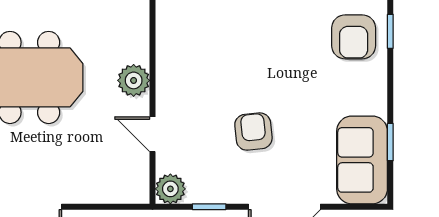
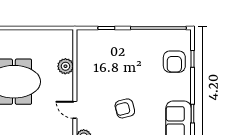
plant: (134, 80) -> (65, 66), moved
armchair: (253, 132) -> (125, 108), turned -98

